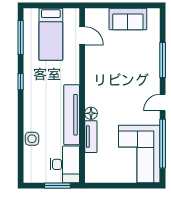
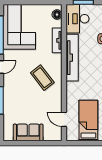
coffee table: (110, 89) -> (42, 78), added
floor lamp: (91, 113) -> (57, 15), moved

